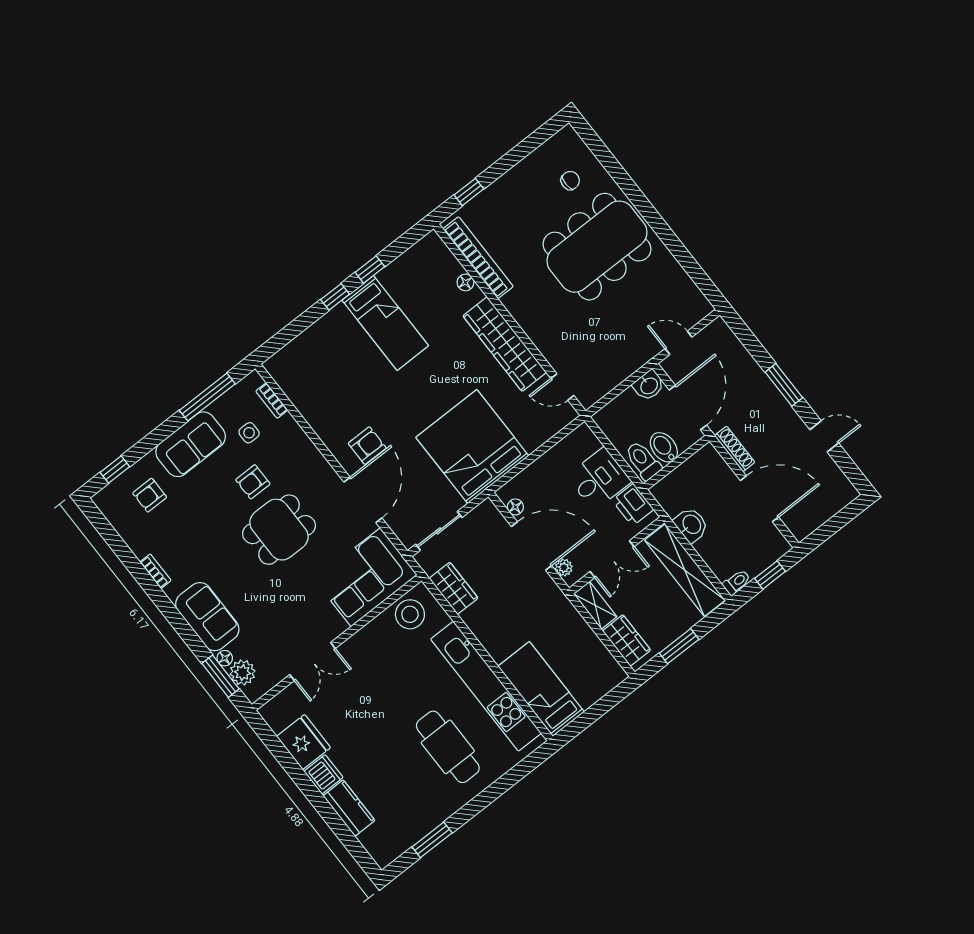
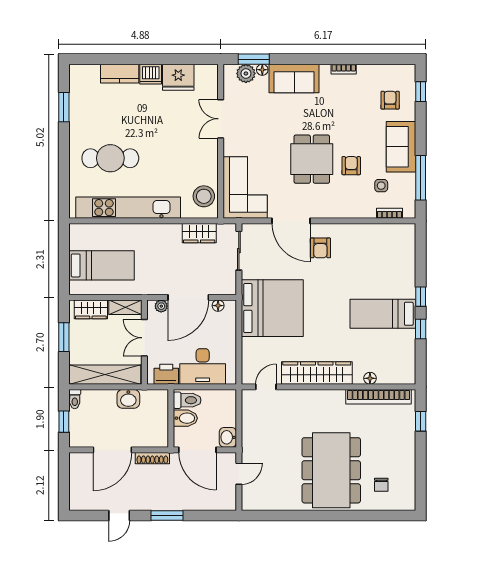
desk: (599, 479) -> (203, 366), width x1.37
bed: (541, 689) -> (101, 265), moved

